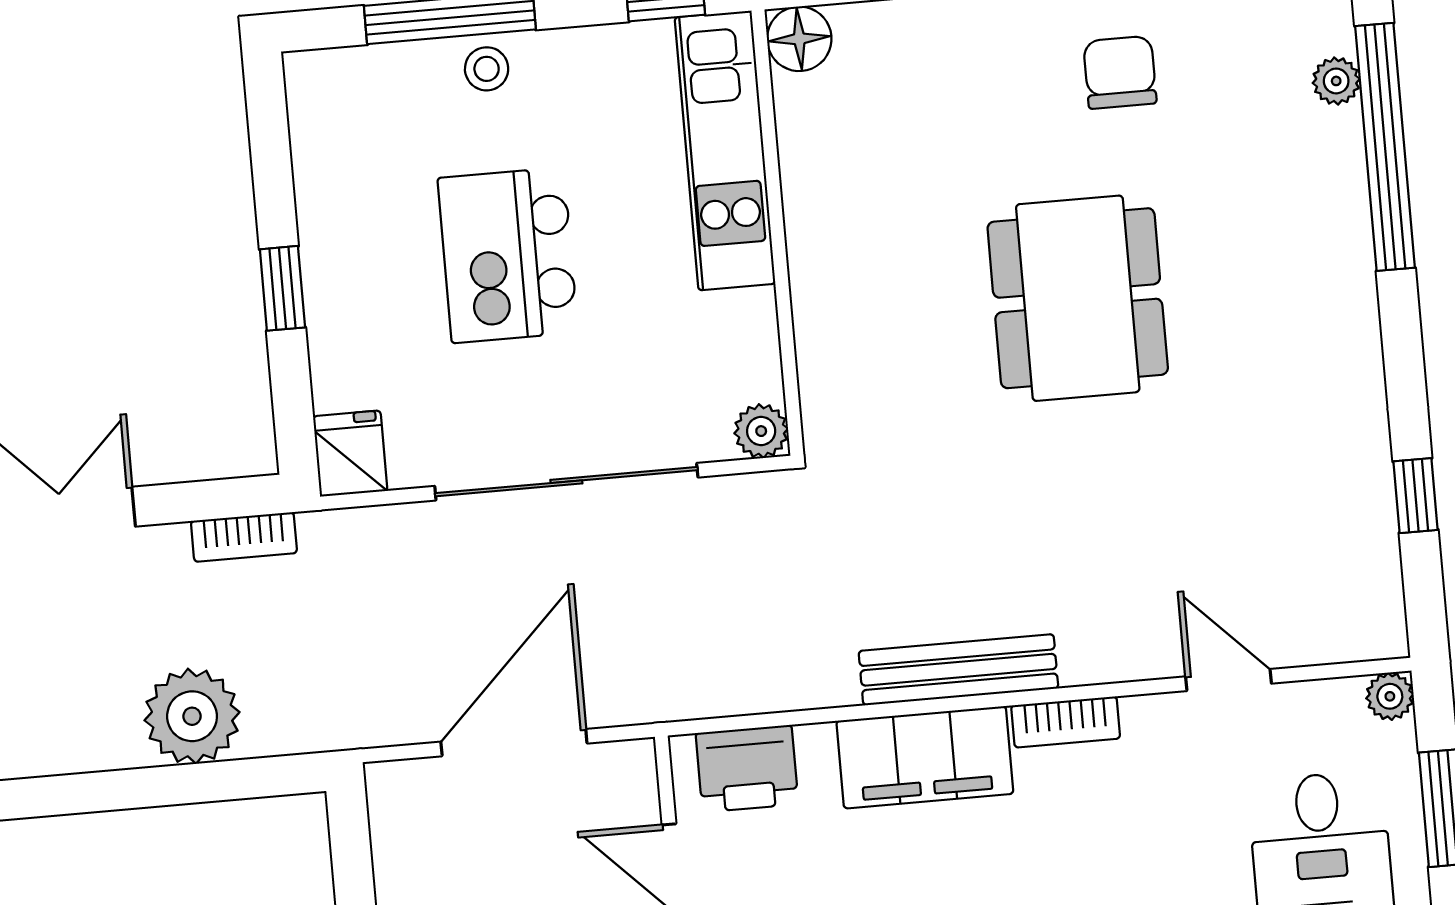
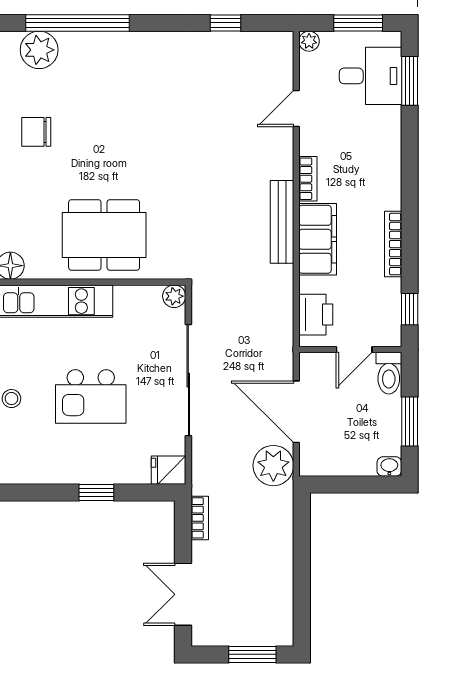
plant: (1336, 81) -> (39, 50), width x1.88, depth x1.88
dining table: (1078, 298) -> (104, 235), moved
plant: (192, 716) -> (273, 466), moved

